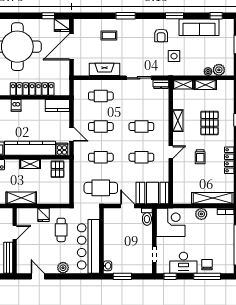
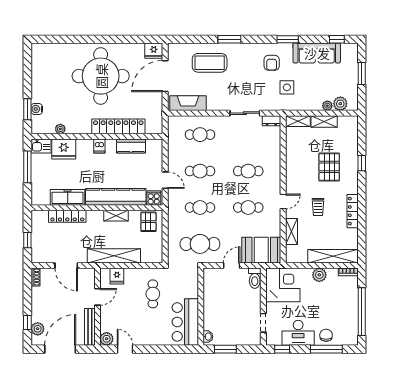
window: (48, 16) -> (137, 39), removed
coffee table: (109, 35) -> (210, 63), width x1.86, depth x1.72
fireplace: (105, 69) -> (188, 103), moved
kitchen counter: (57, 106) -> (131, 146), moved
shelving: (178, 121) -> (291, 231), moved
shelving: (21, 198) -> (114, 256), width x1.47
door: (127, 206) -> (232, 265), hinge flipped
fridge: (43, 215) -> (117, 276), moved
bar counter: (88, 246) -> (185, 322), width x0.73
plant: (63, 268) -> (107, 339), moved

